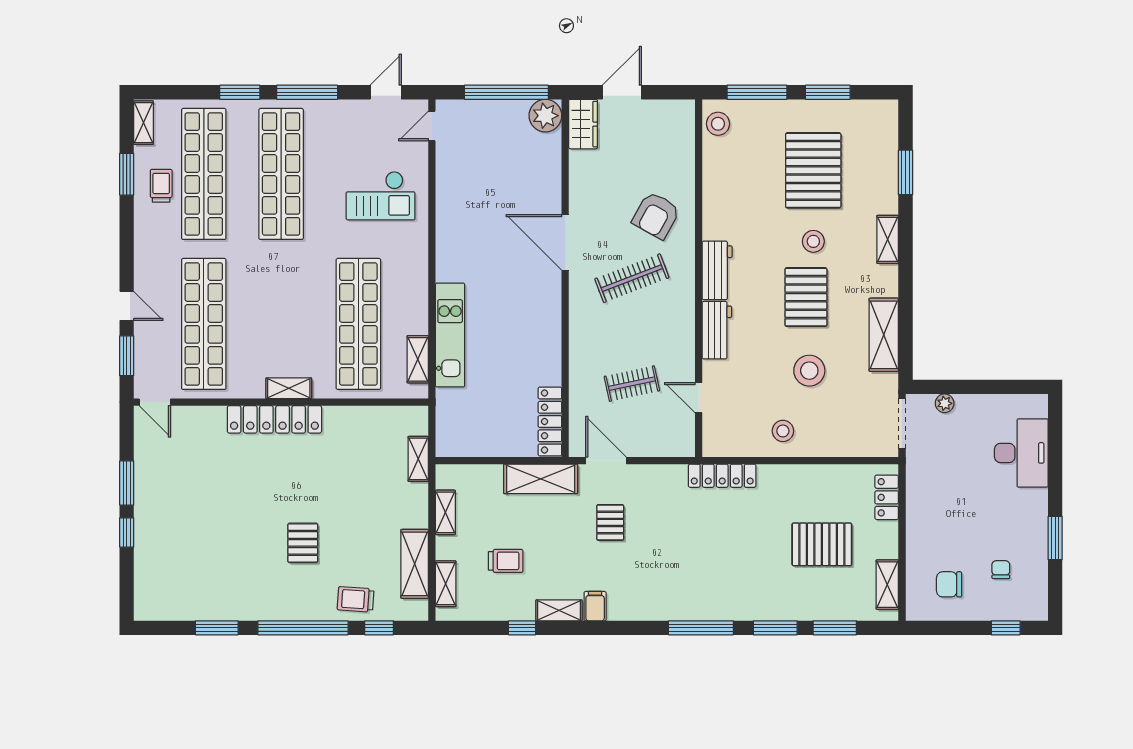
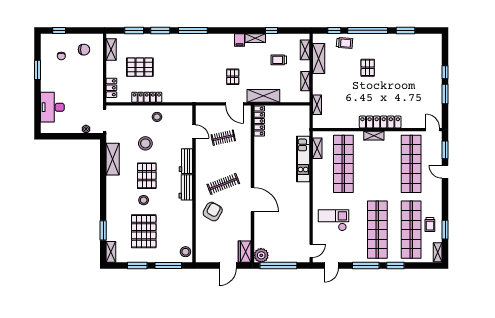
shelving: (888, 239) -> (111, 252), moved
locker: (722, 476) -> (147, 97), moved

